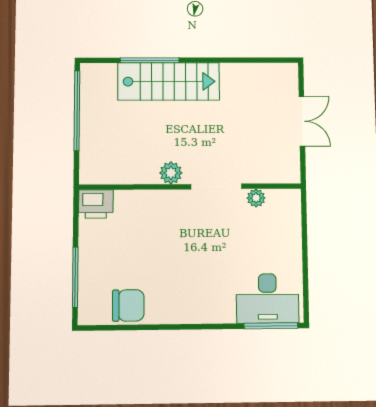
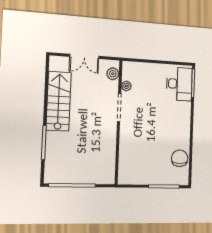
stairs: (169, 81) -> (59, 101), moved
double door: (302, 121) -> (84, 56), swing flipped
plant: (171, 173) -> (113, 74), moved
printer: (96, 204) -> (126, 175), removed

